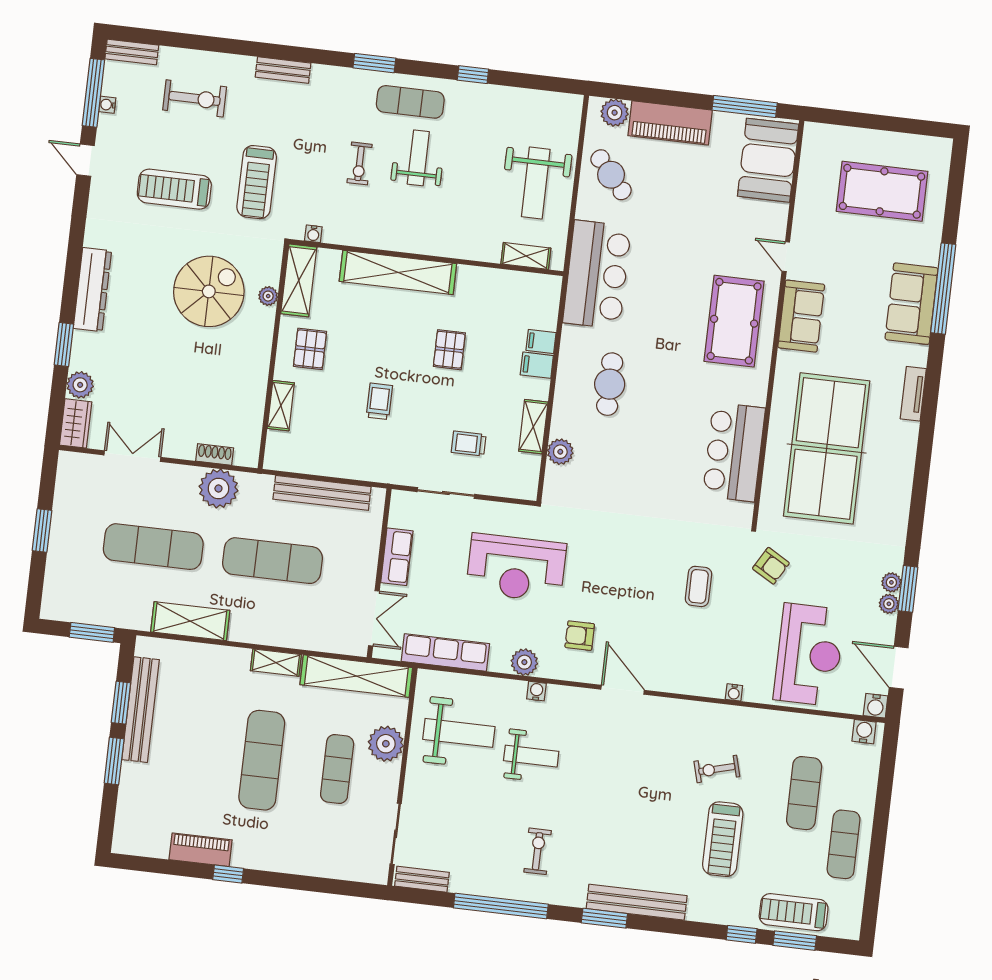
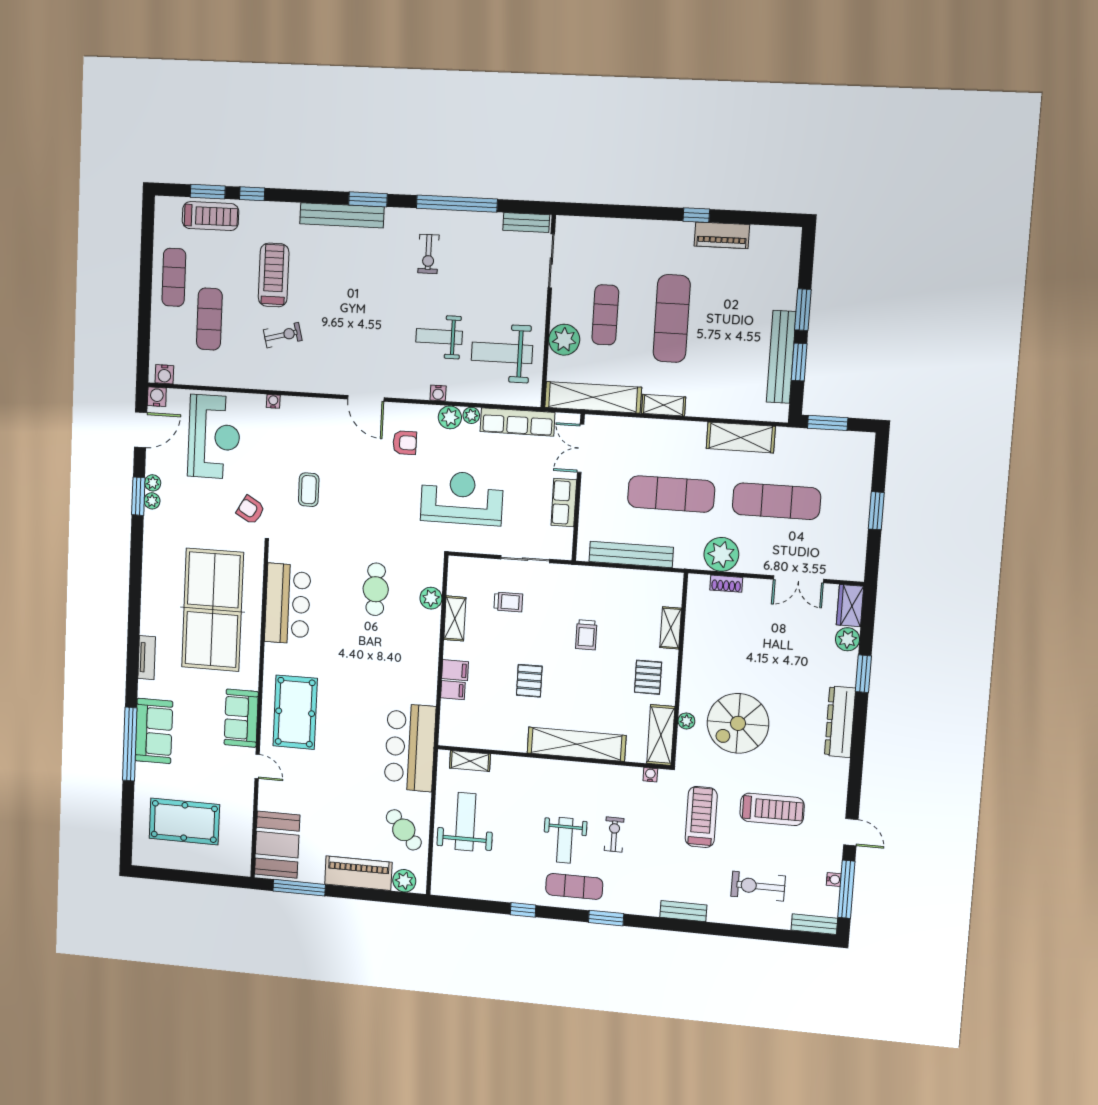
cafe table: (610, 384) -> (376, 589), moved
reception desk: (809, 655) -> (214, 437), turned 180
plant: (499, 663) -> (471, 415), added
door: (899, 668) -> (141, 430), hinge flipped

